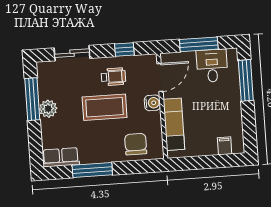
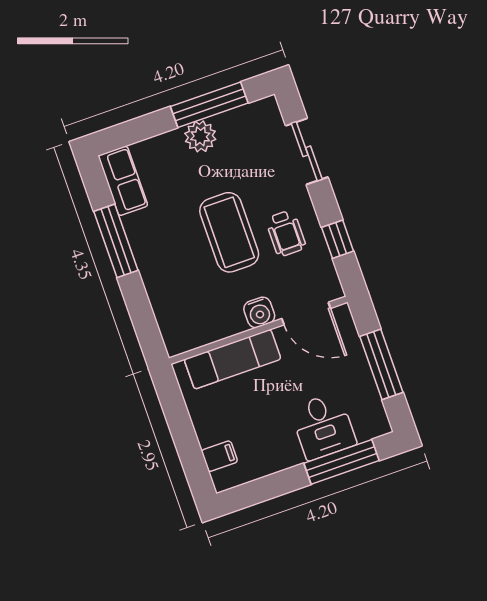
desk: (212, 66) -> (323, 426), moved, turned 90
chair: (136, 144) -> (181, 303), removed

